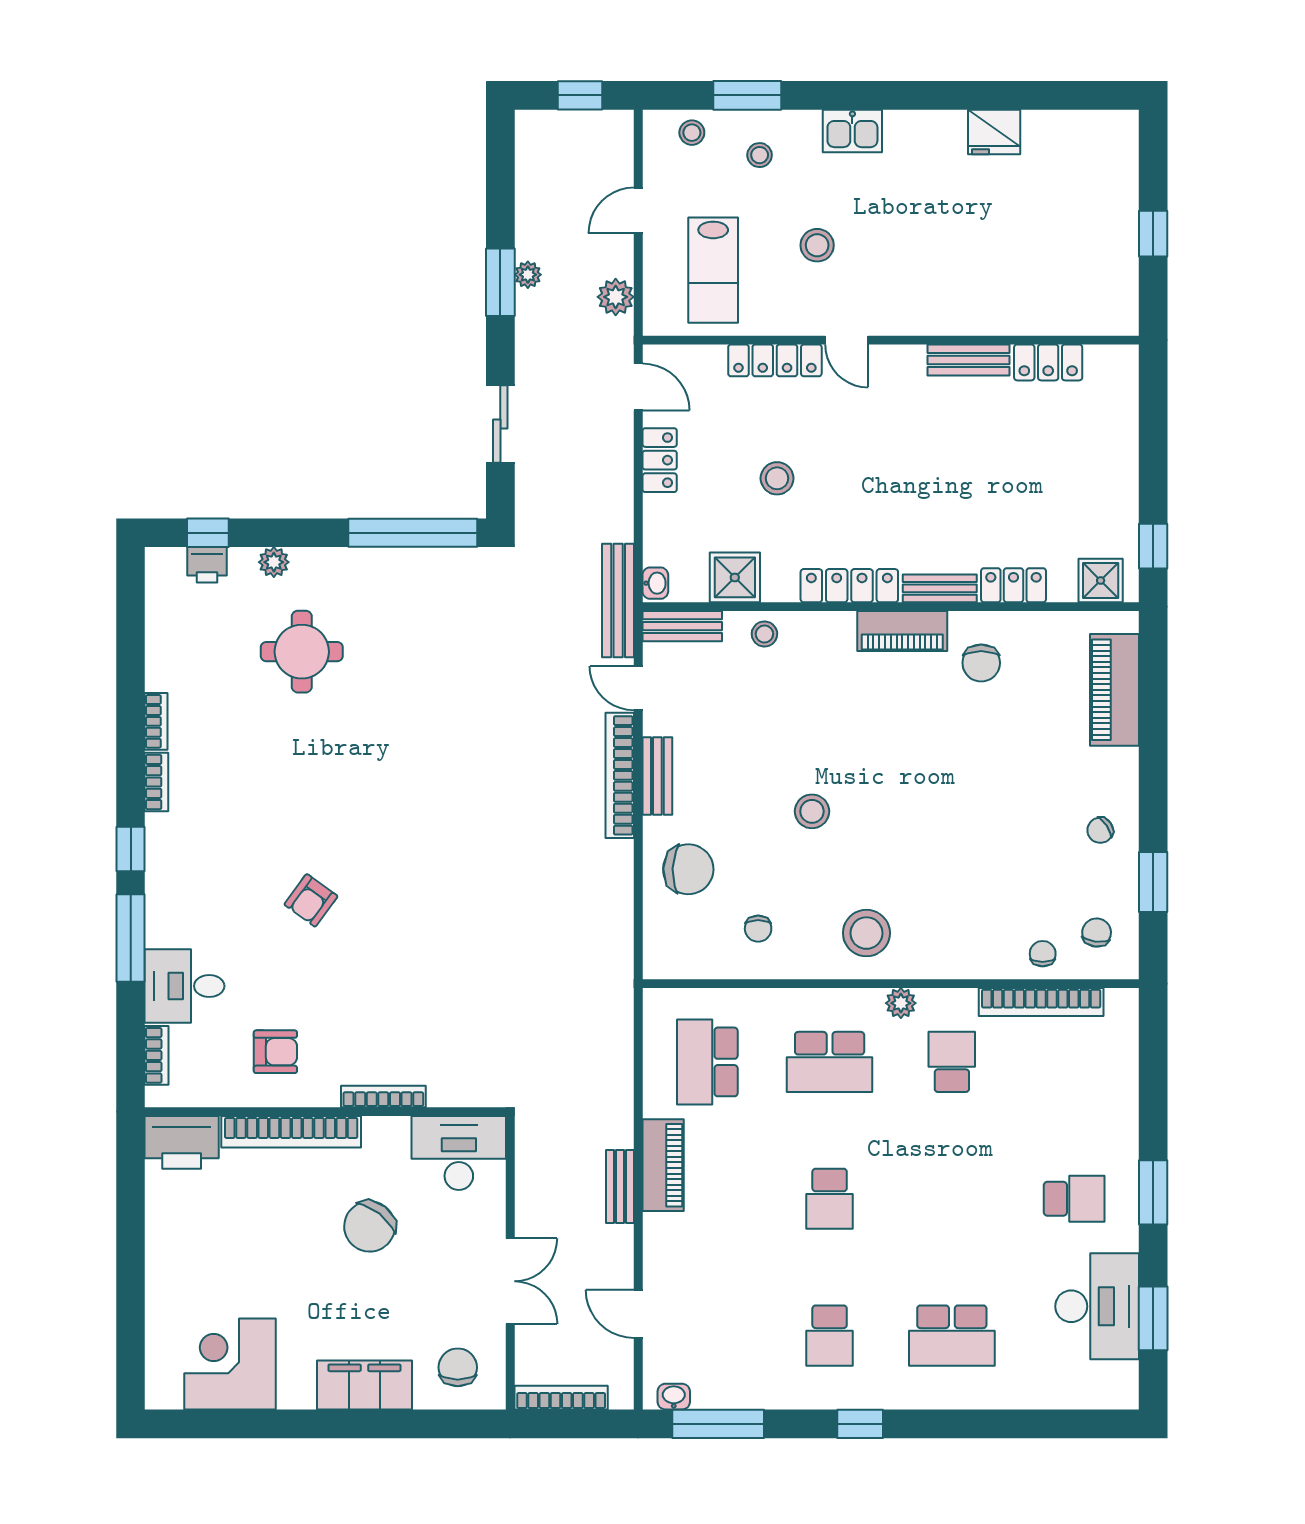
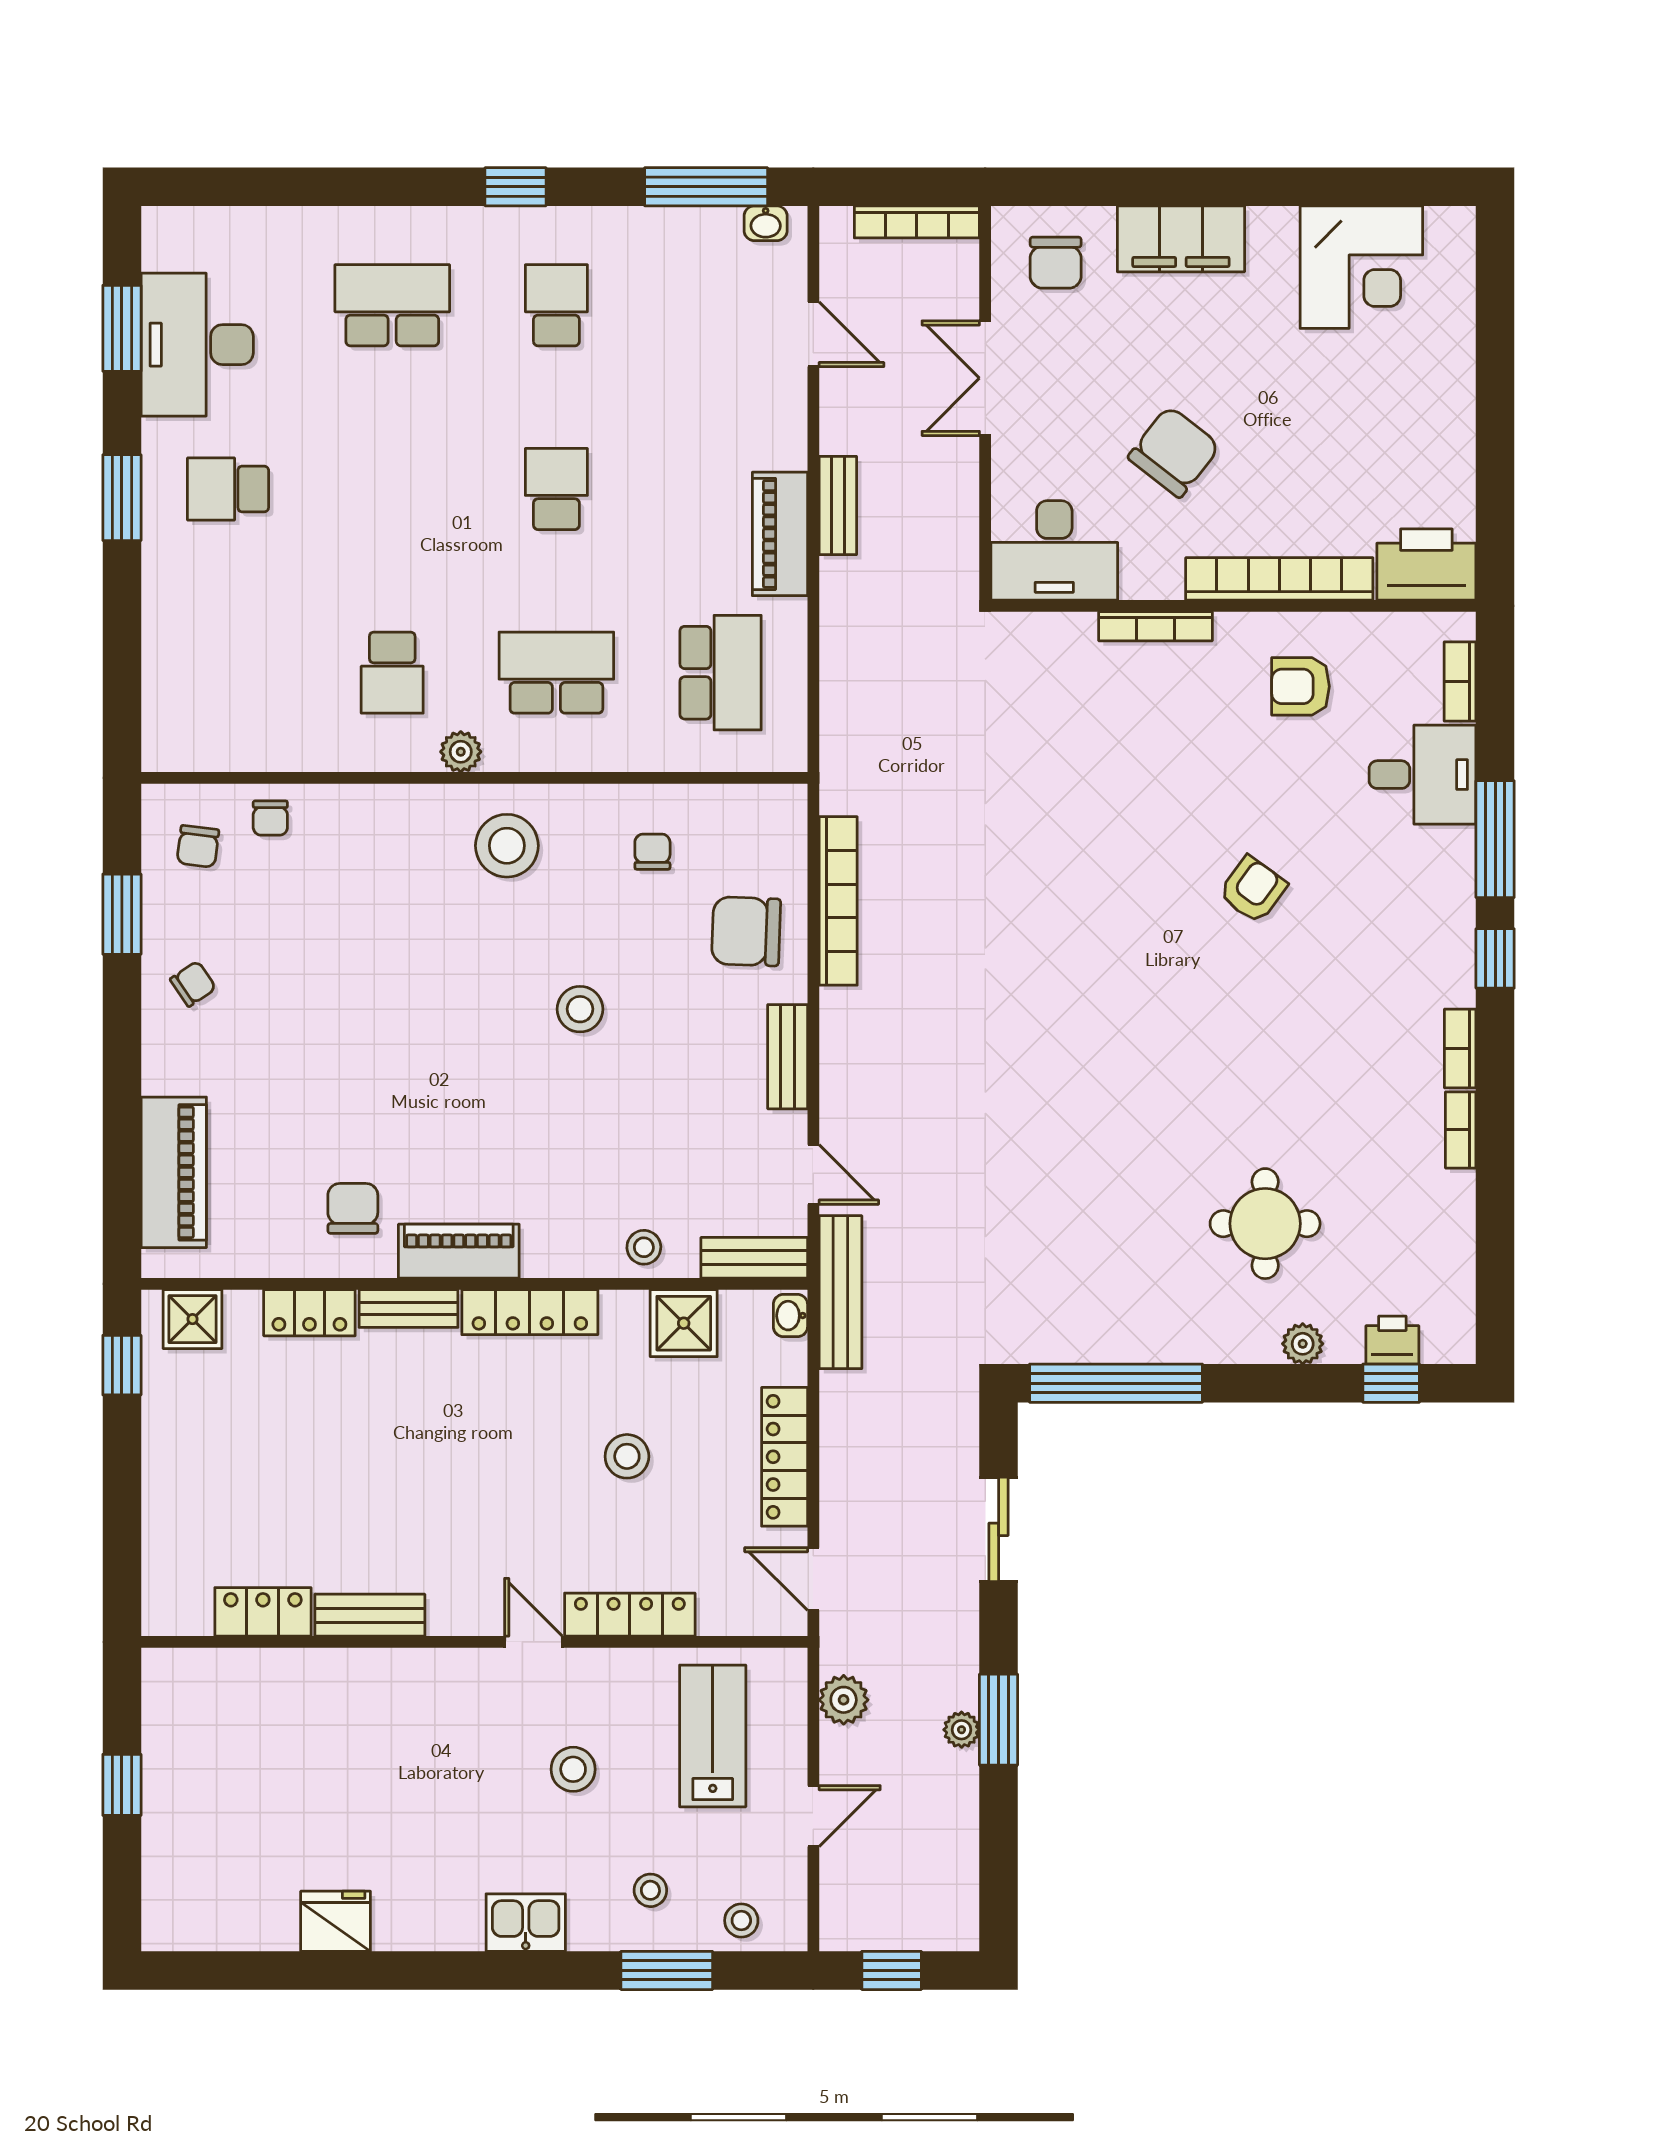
locker: (660, 460) -> (785, 1457), width x1.53
bookcase: (620, 775) -> (838, 901), moved
bookcase: (1041, 1002) -> (272, 753), removed

